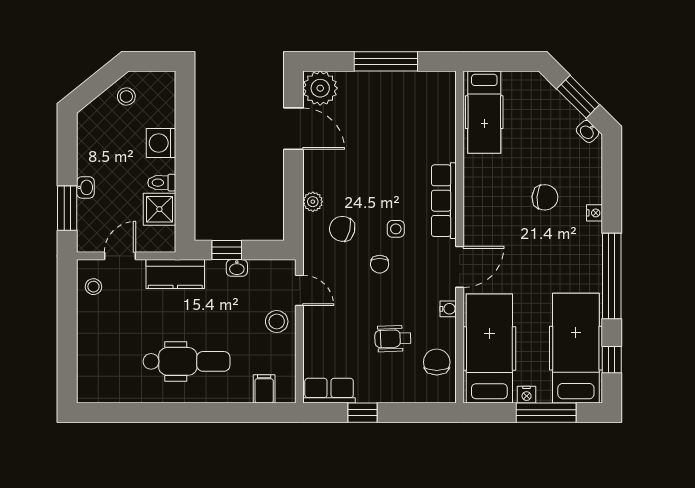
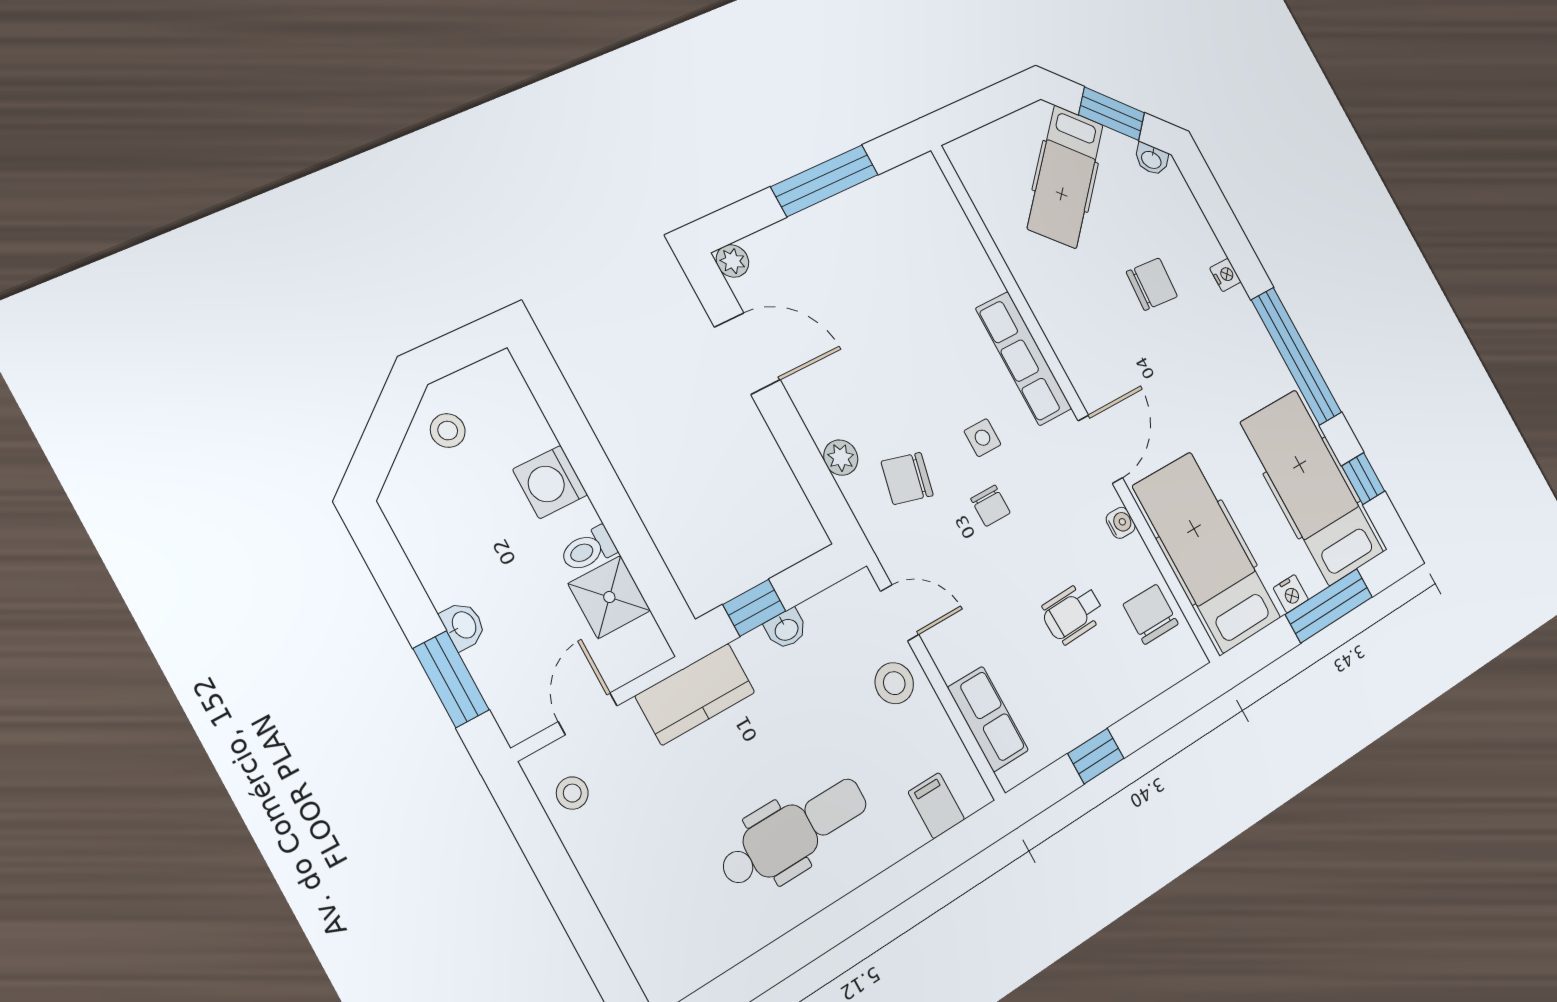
plant: (320, 88) -> (732, 261), width x0.53, depth x0.53
hospital bed: (484, 112) -> (1065, 176), moved, turned 45
row of seats: (329, 391) -> (988, 719), moved, turned 90

